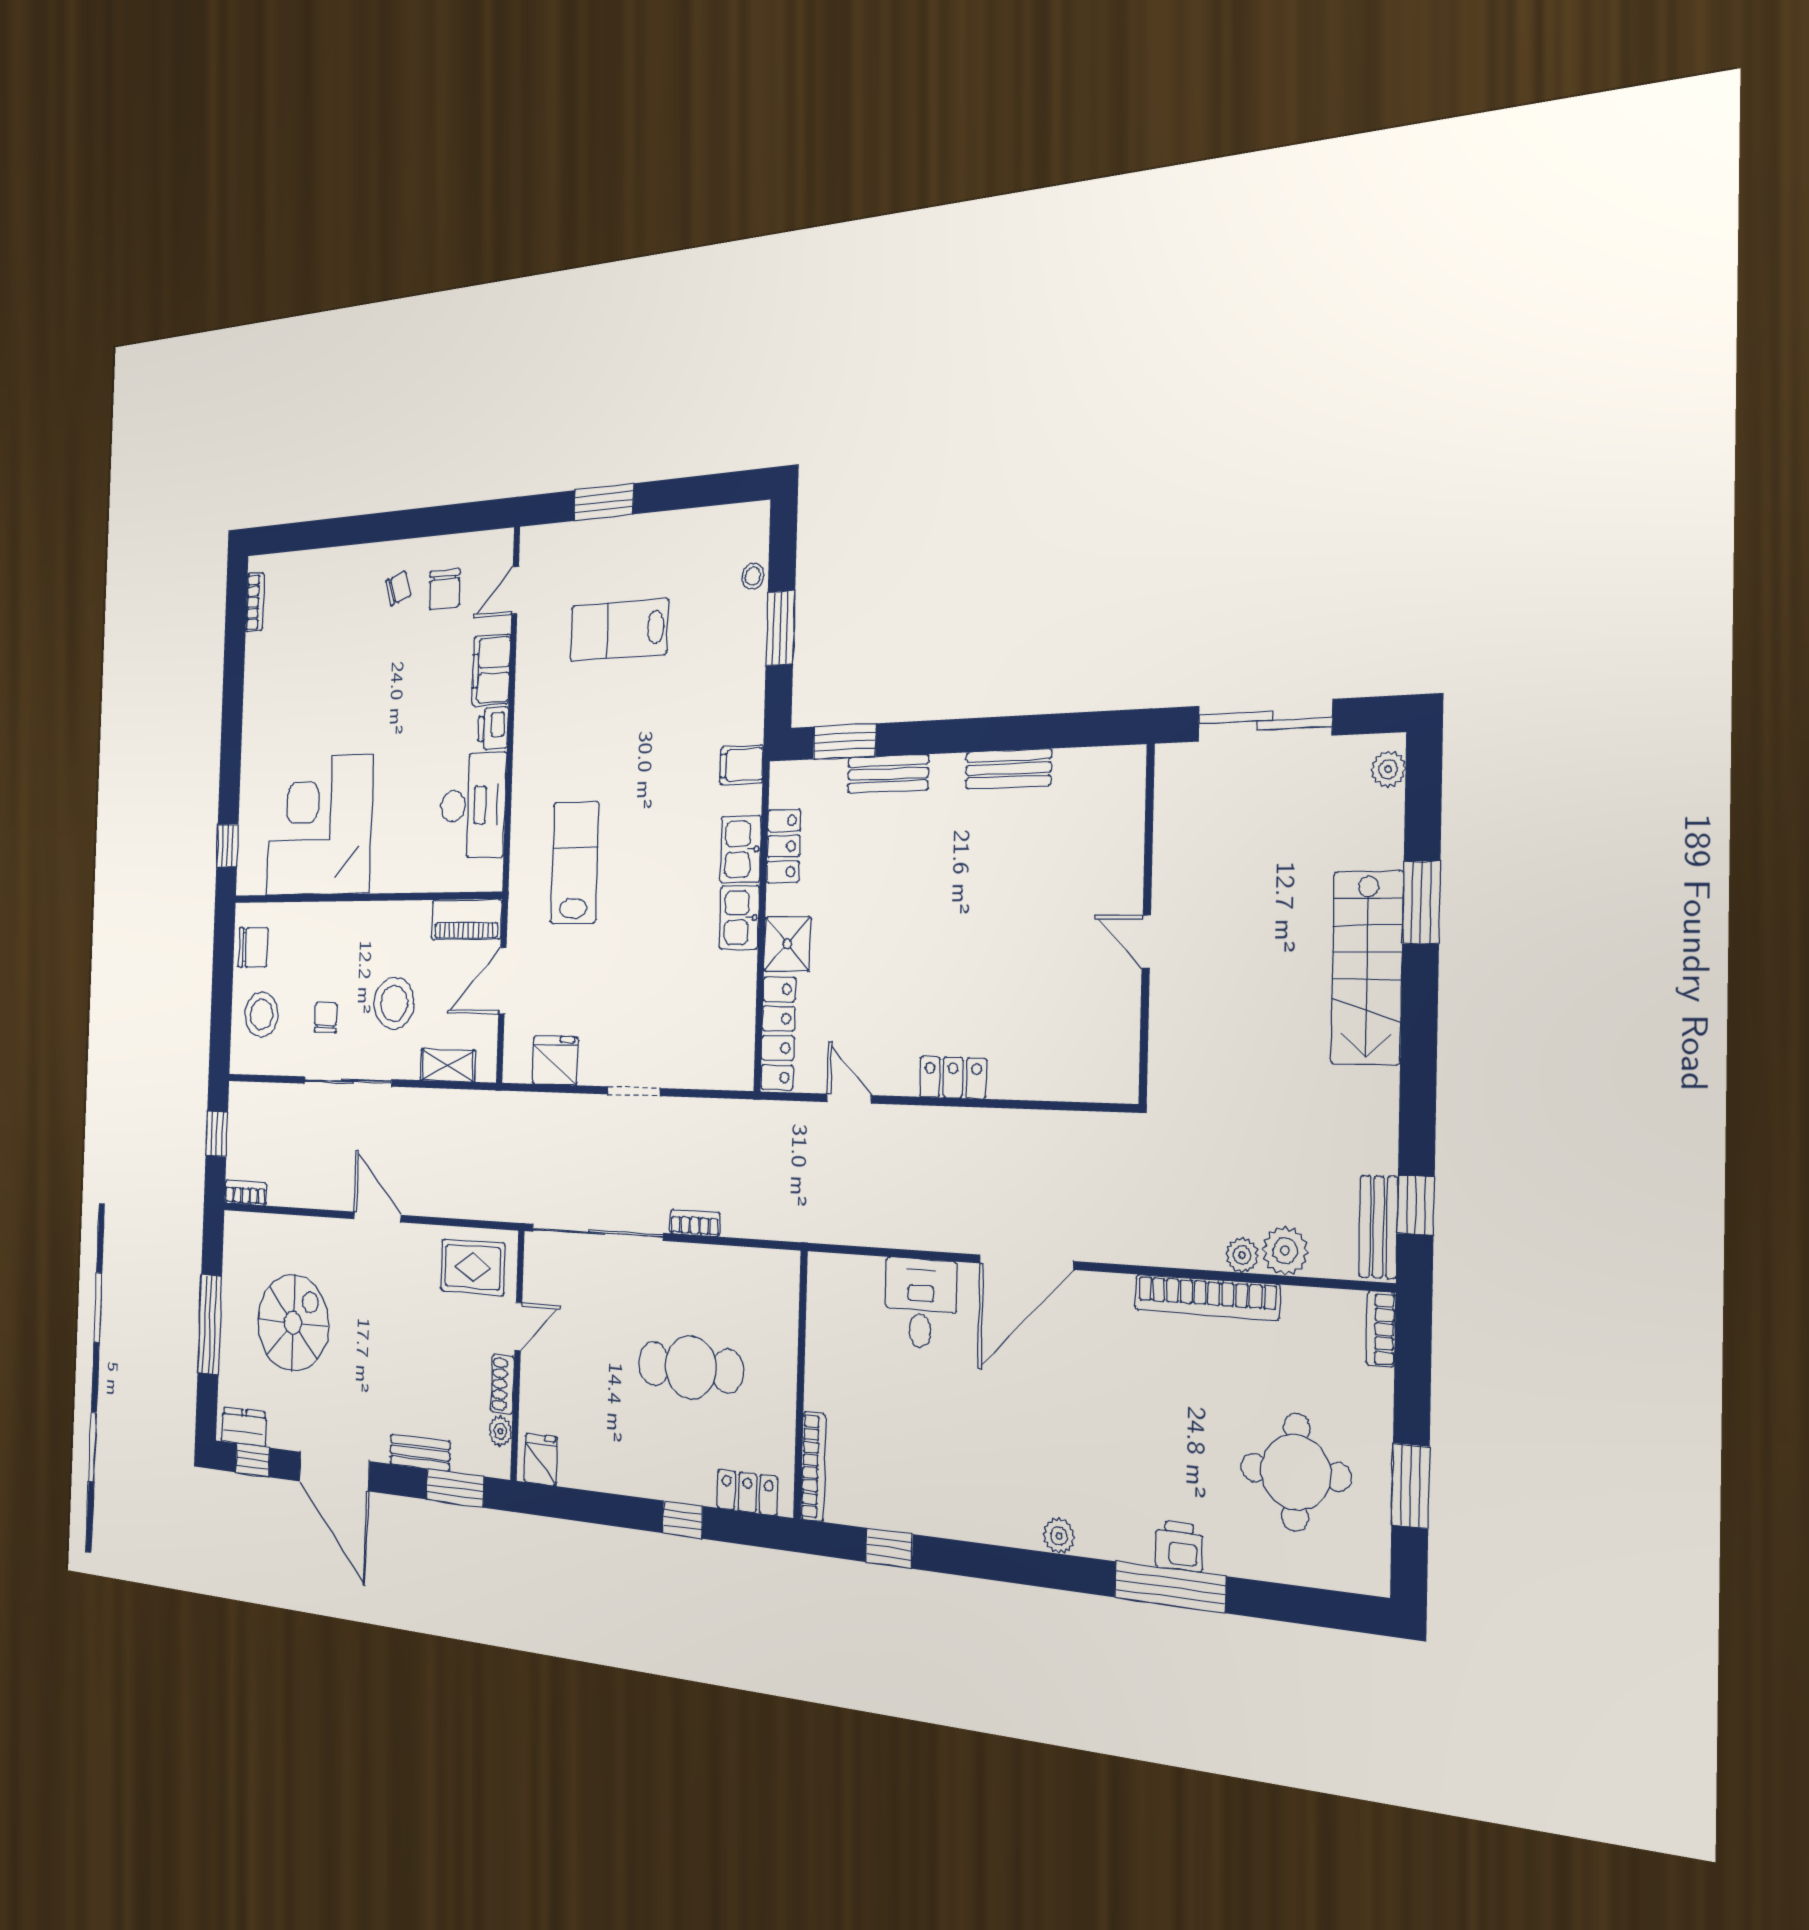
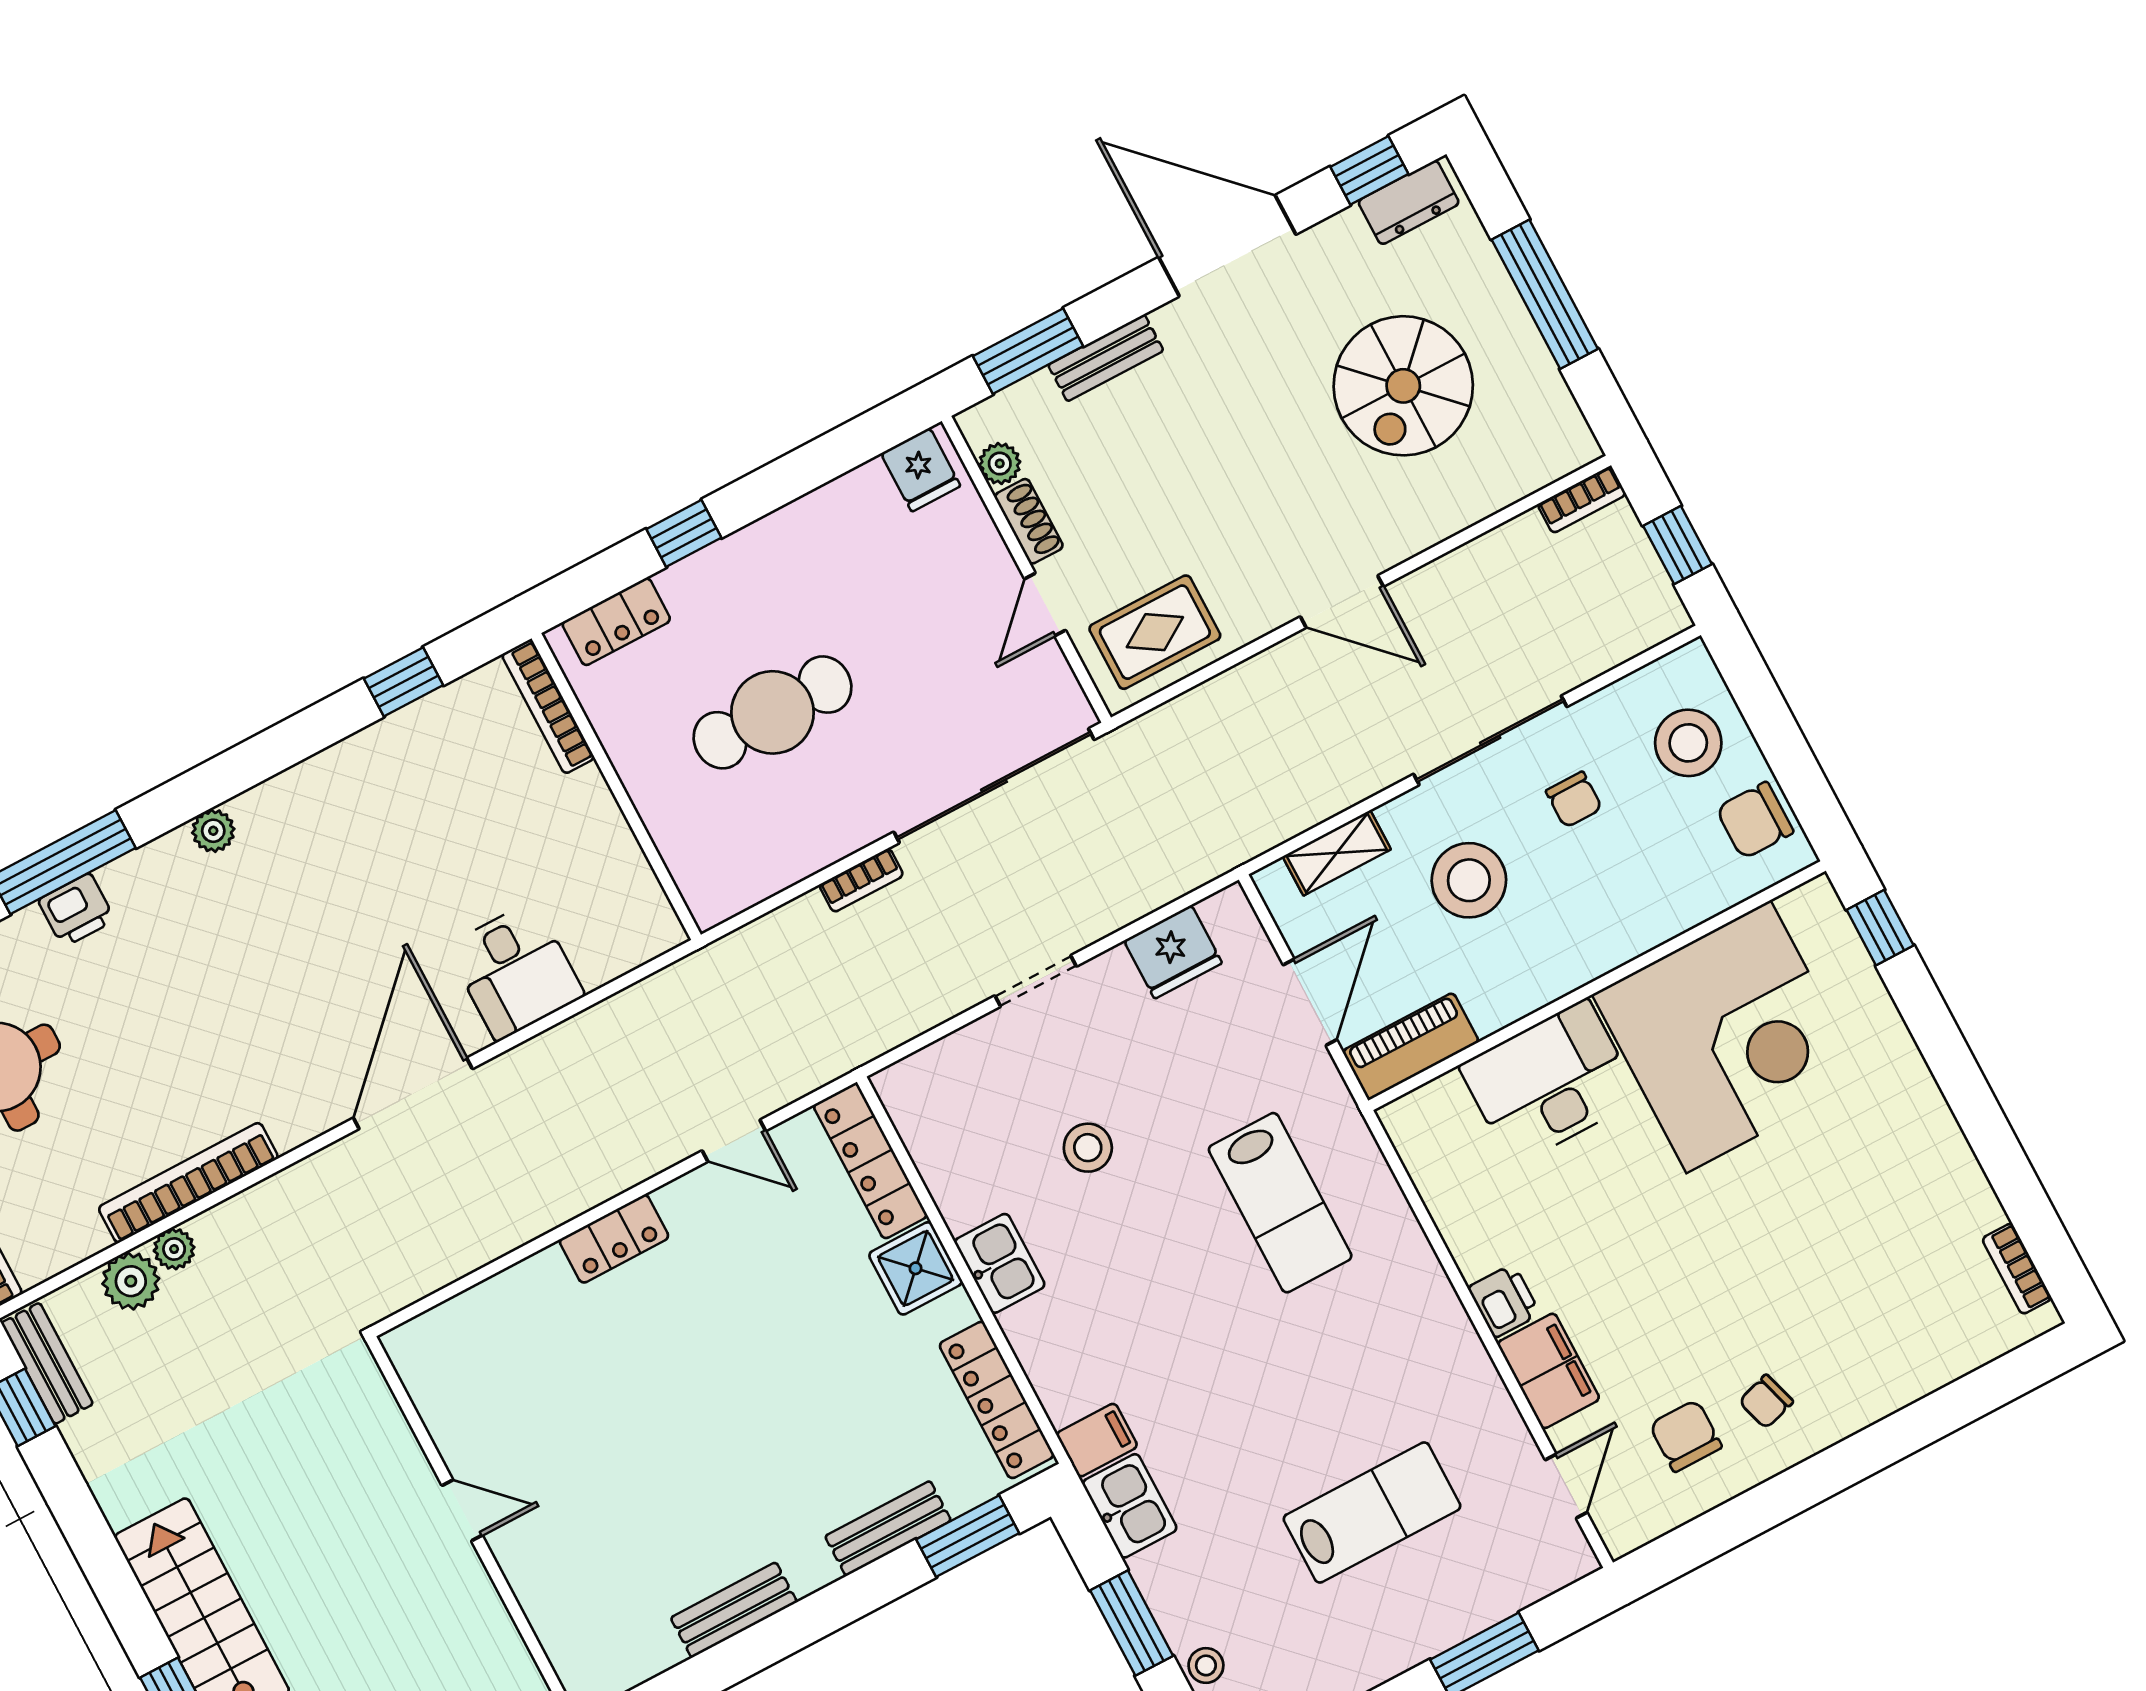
desk: (473, 805) -> (1550, 1082), moved, turned 90
locker: (784, 846) -> (997, 1400), width x1.53
kitchen sink: (740, 849) -> (1130, 1506), moved
stool: (657, 964) -> (1088, 1148), added

